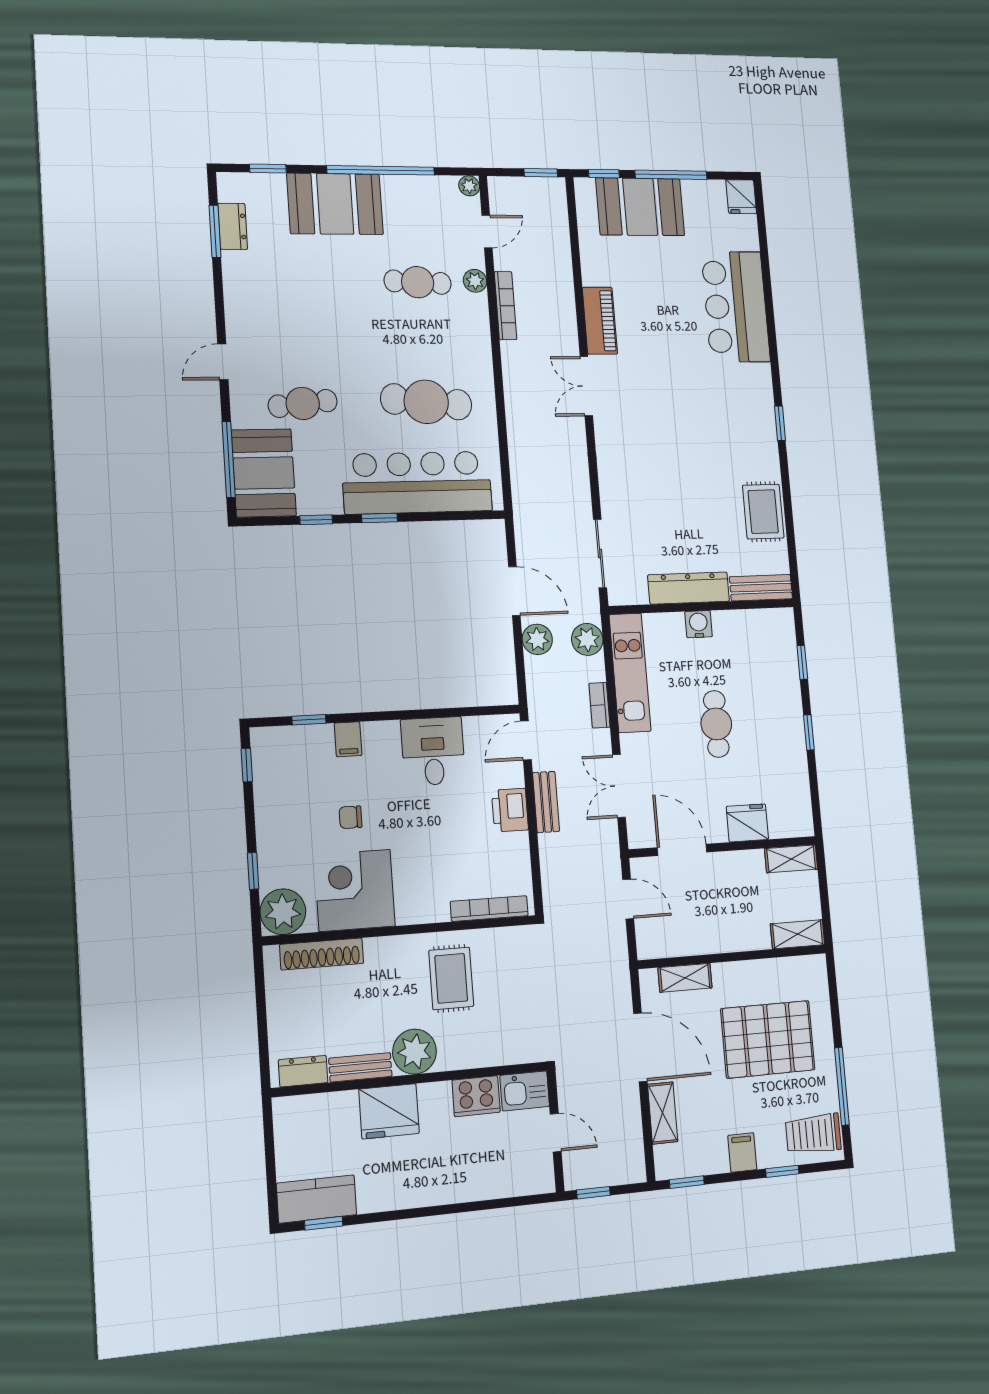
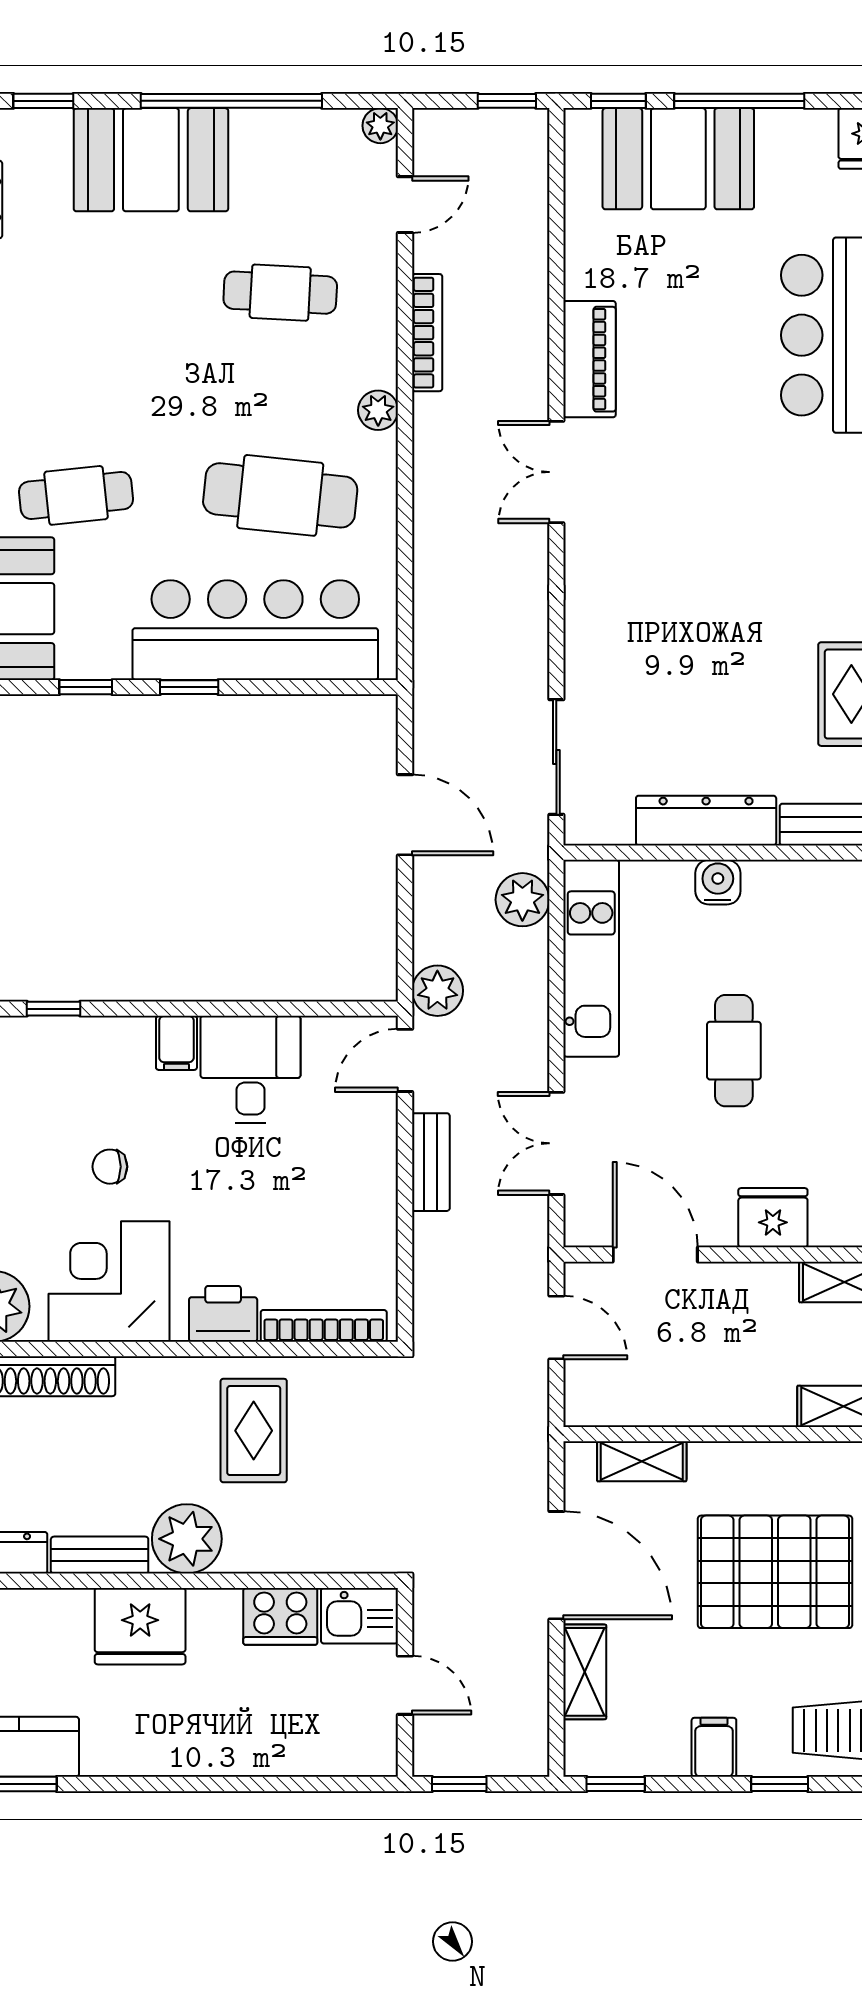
plant: (475, 281) -> (378, 410), moved
plant: (537, 639) -> (437, 991), moved
bookcase: (600, 705) -> (534, 1009), removed
filing cabinet: (348, 739) -> (176, 1043), moved
printer: (510, 810) -> (223, 1314), moved, turned 90

